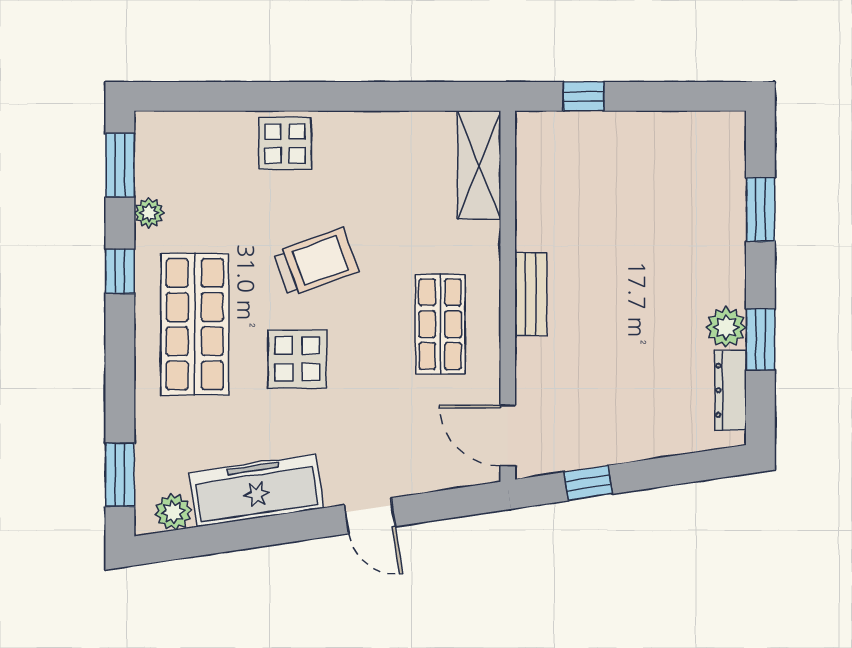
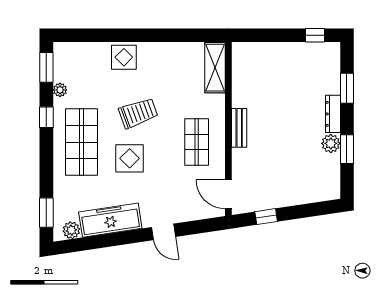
window: (584, 96) -> (315, 35), moved
dresser: (731, 390) -> (333, 114), moved

